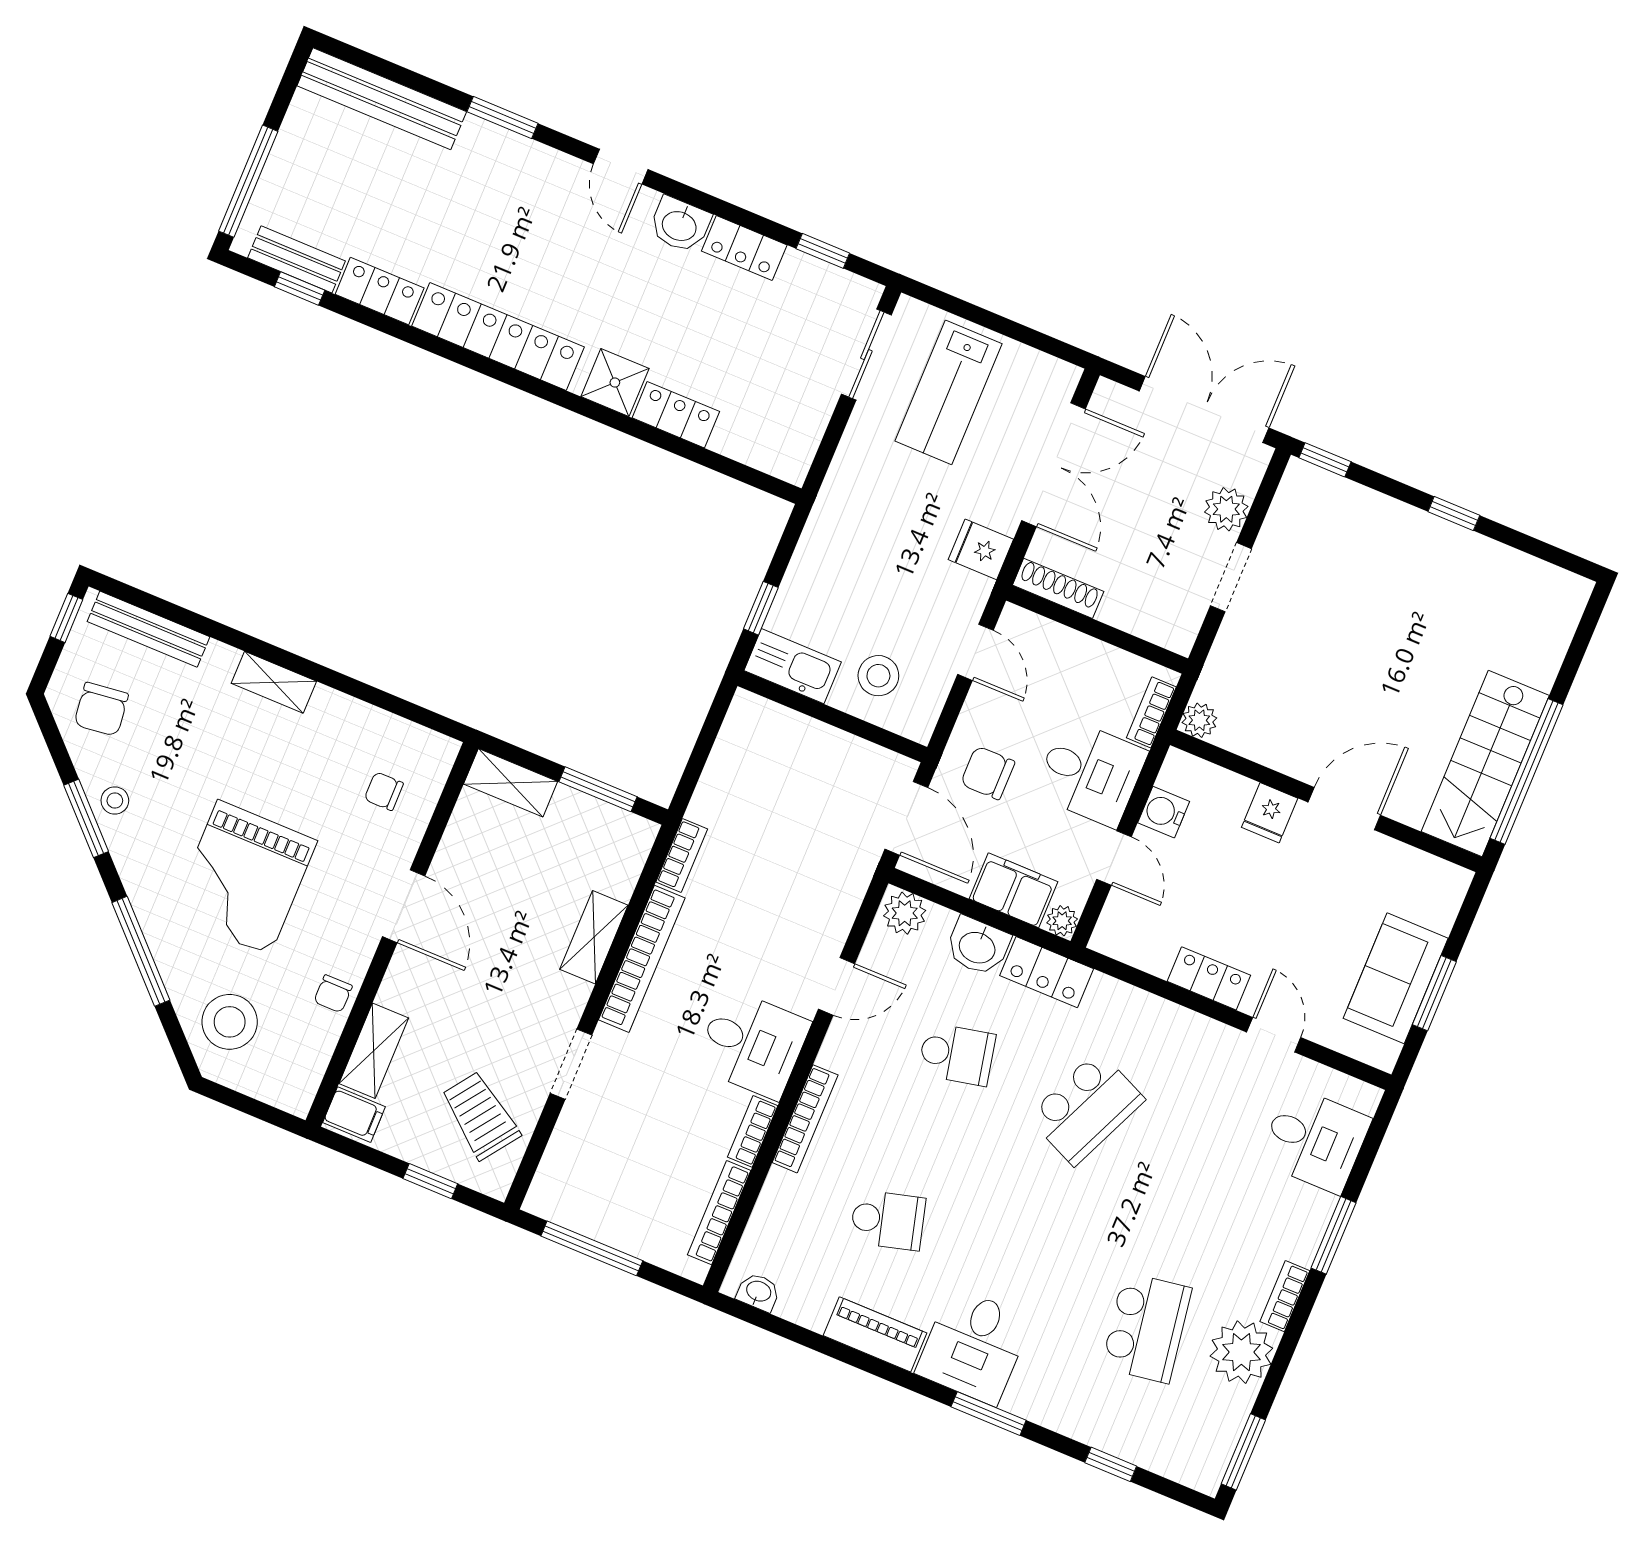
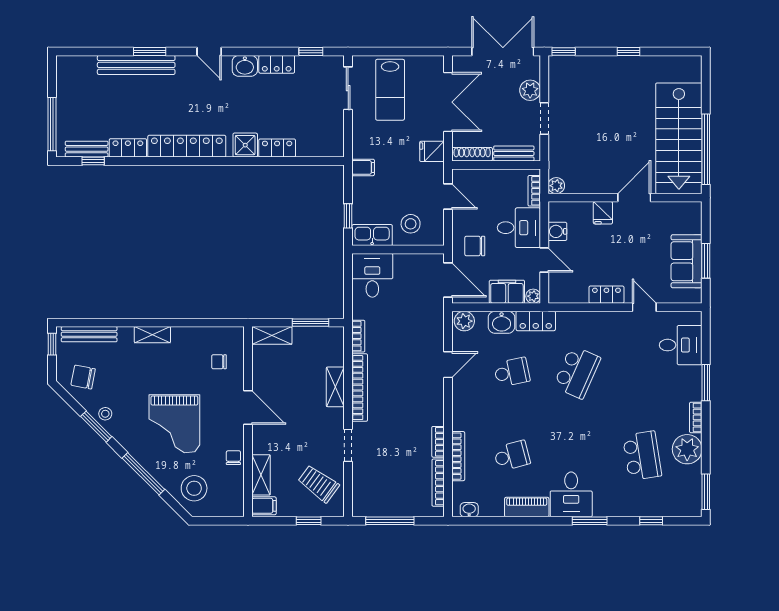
bench: (382, 99) -> (136, 65), moved
filing cabinet: (831, 524) -> (363, 167), added
bench: (1142, 621) -> (514, 153), added
chair: (101, 709) -> (83, 377), turned 108
stairs: (1485, 763) -> (679, 138), width x1.36, depth x1.51
chair: (333, 994) -> (233, 458), turned 180
desk: (752, 1044) -> (372, 275), moved, turned -90
bookcase: (805, 1119) -> (458, 456), moved

